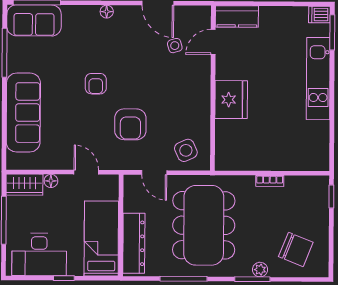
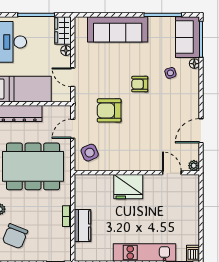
floor lamp: (107, 12) -> (194, 64), moved
plant: (204, 13) -> (194, 166), added
kitchen counter: (237, 17) -> (83, 226), moved, turned 180
side table: (175, 46) -> (170, 73), moved
door: (86, 172) -> (73, 77), swing flipped

